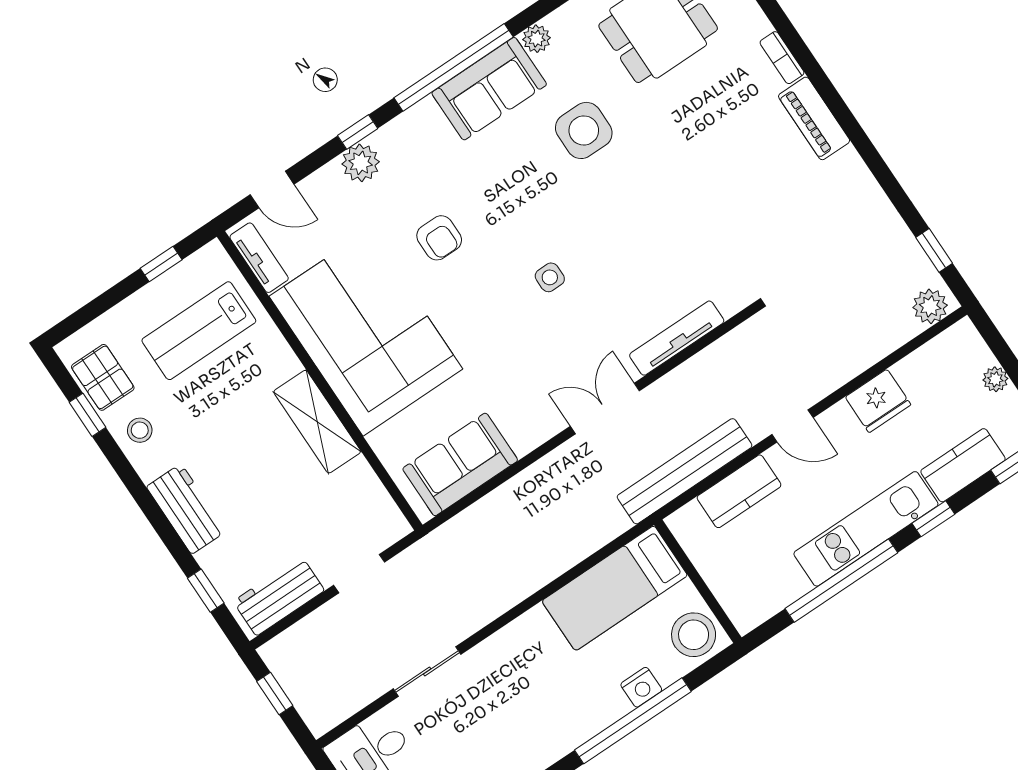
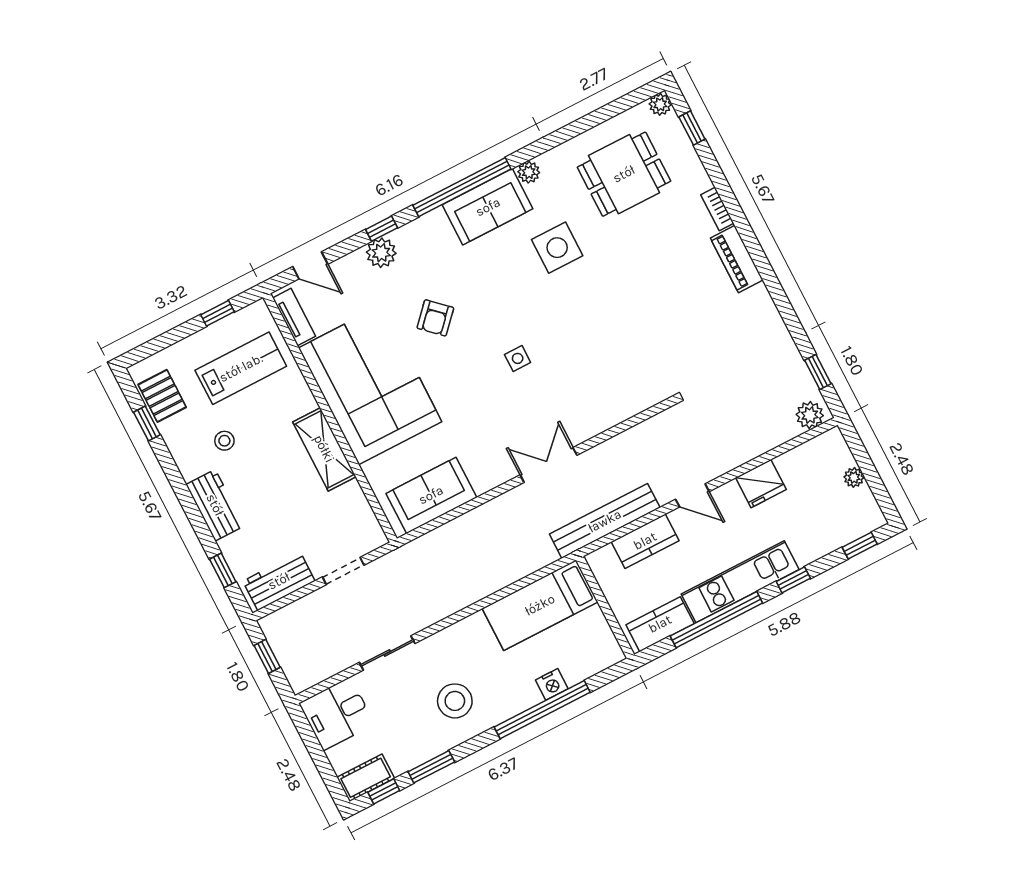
armchair: (439, 238) -> (435, 318), turned 43
lab bench: (199, 331) -> (241, 368), turned 180
tv unit: (677, 338) -> (611, 417), removed
stool: (140, 430) -> (224, 441), moved
kitchen counter: (963, 465) -> (660, 624), moved
stool: (694, 635) -> (455, 701), moved

